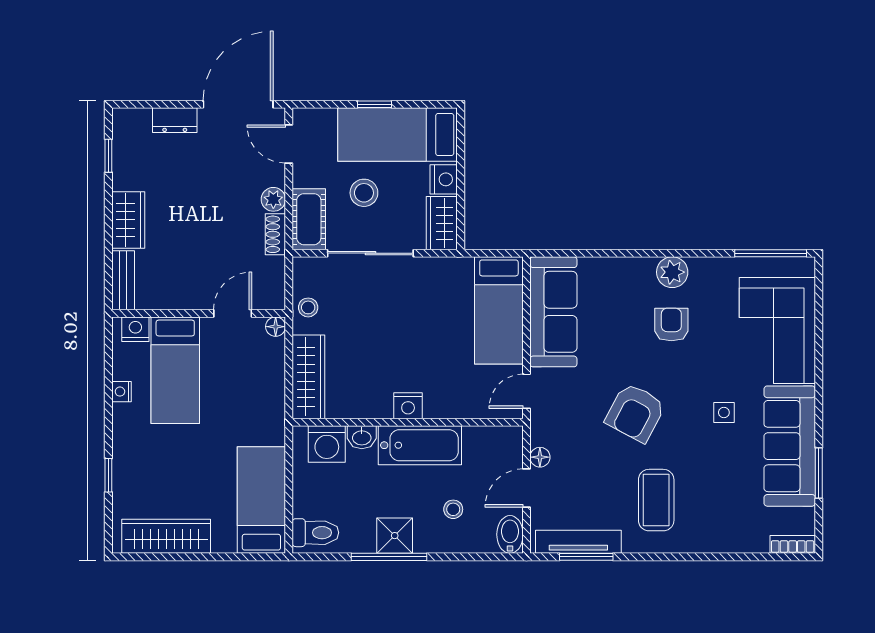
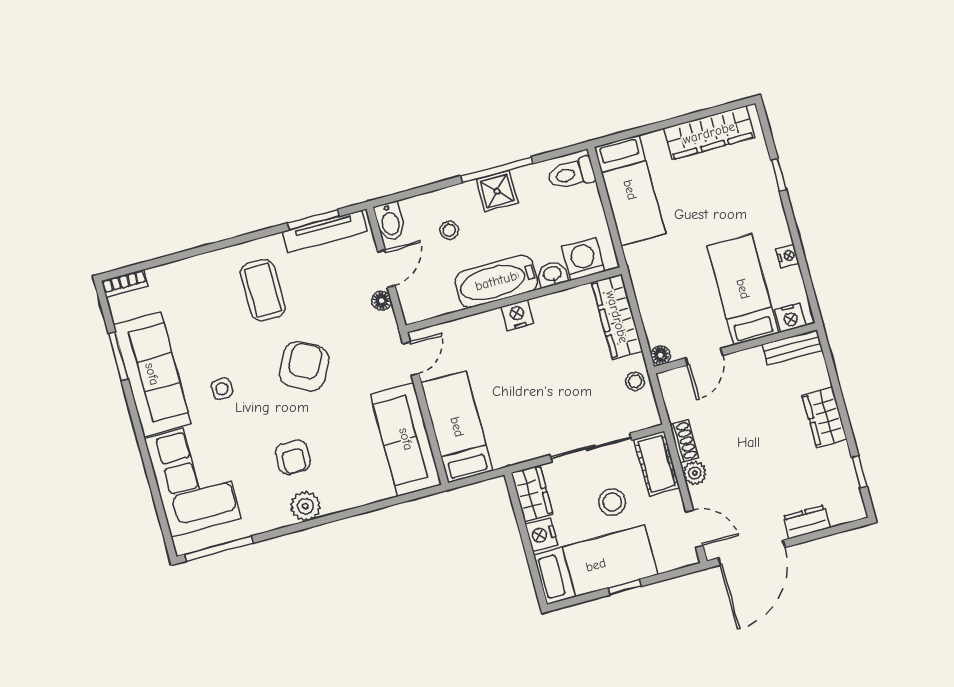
bench: (123, 280) -> (792, 347), moved, turned 90

